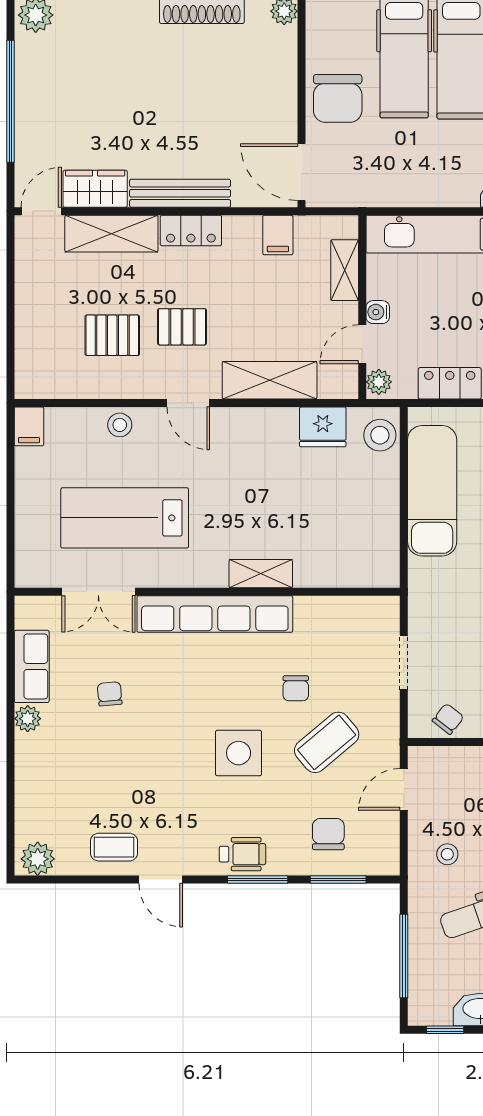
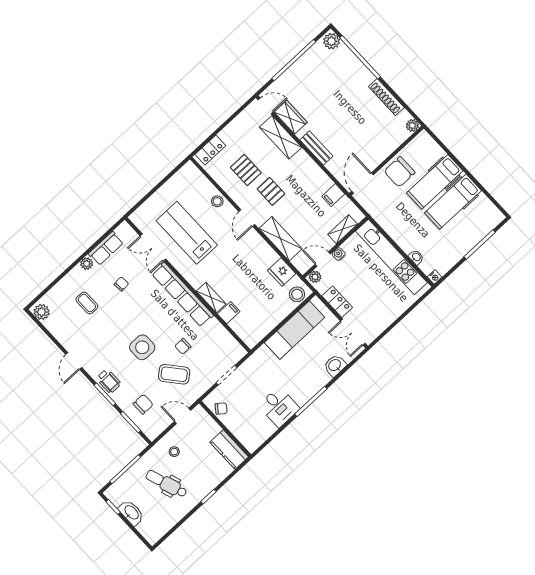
bench: (180, 193) -> (316, 148), width x0.73
locker: (191, 230) -> (210, 150), moved, turned -90
filing cabinet: (29, 426) -> (229, 313), moved, turned 180
coffee table: (114, 847) -> (87, 303), moved

